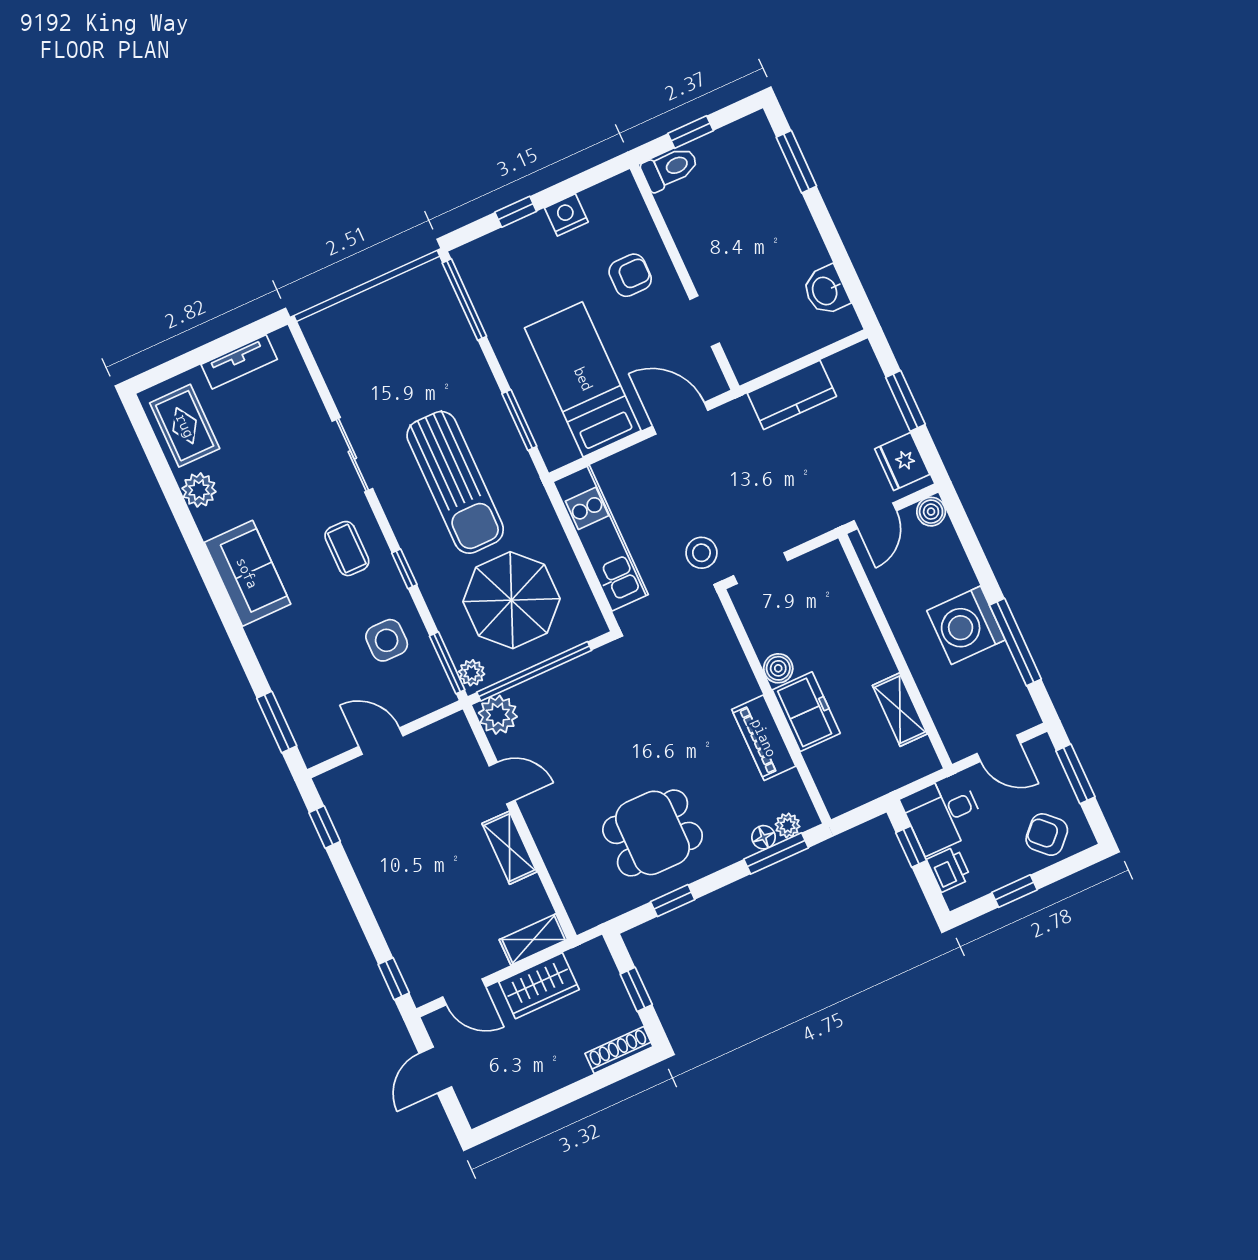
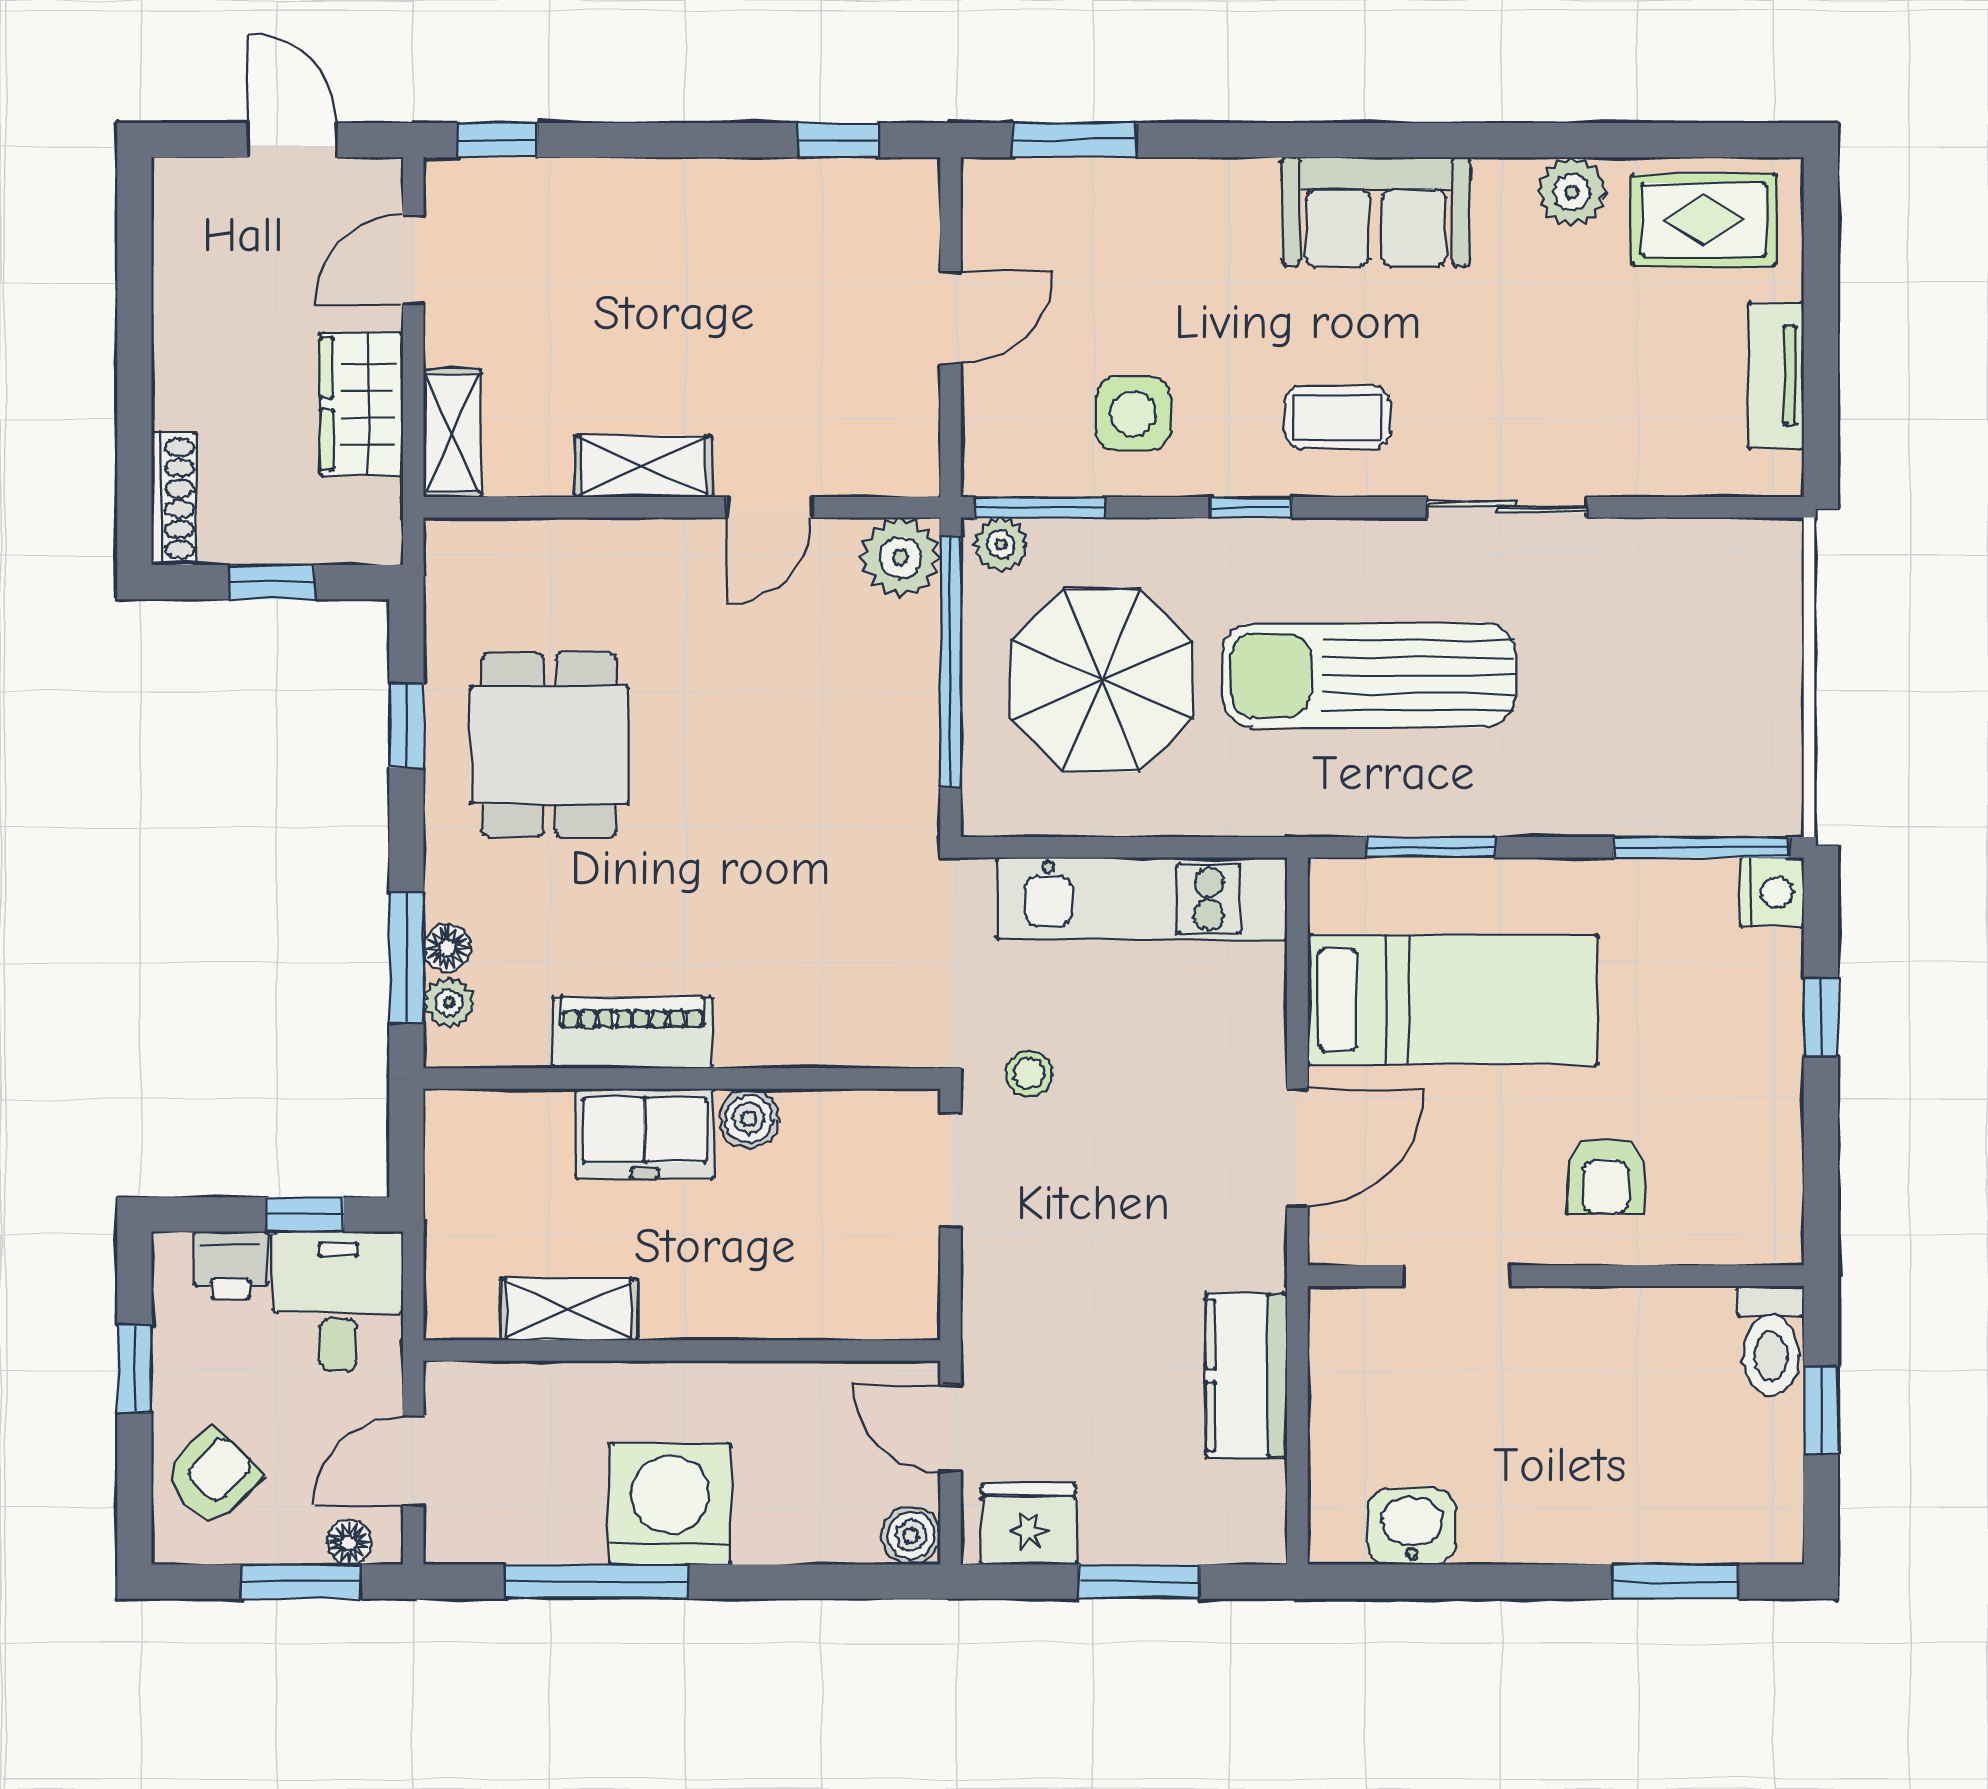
nightstand: (566, 215) -> (1772, 892), moved
stool: (701, 553) -> (1029, 1073), width x0.73, depth x0.73
floor lamp: (1048, 760) -> (349, 1542), added

